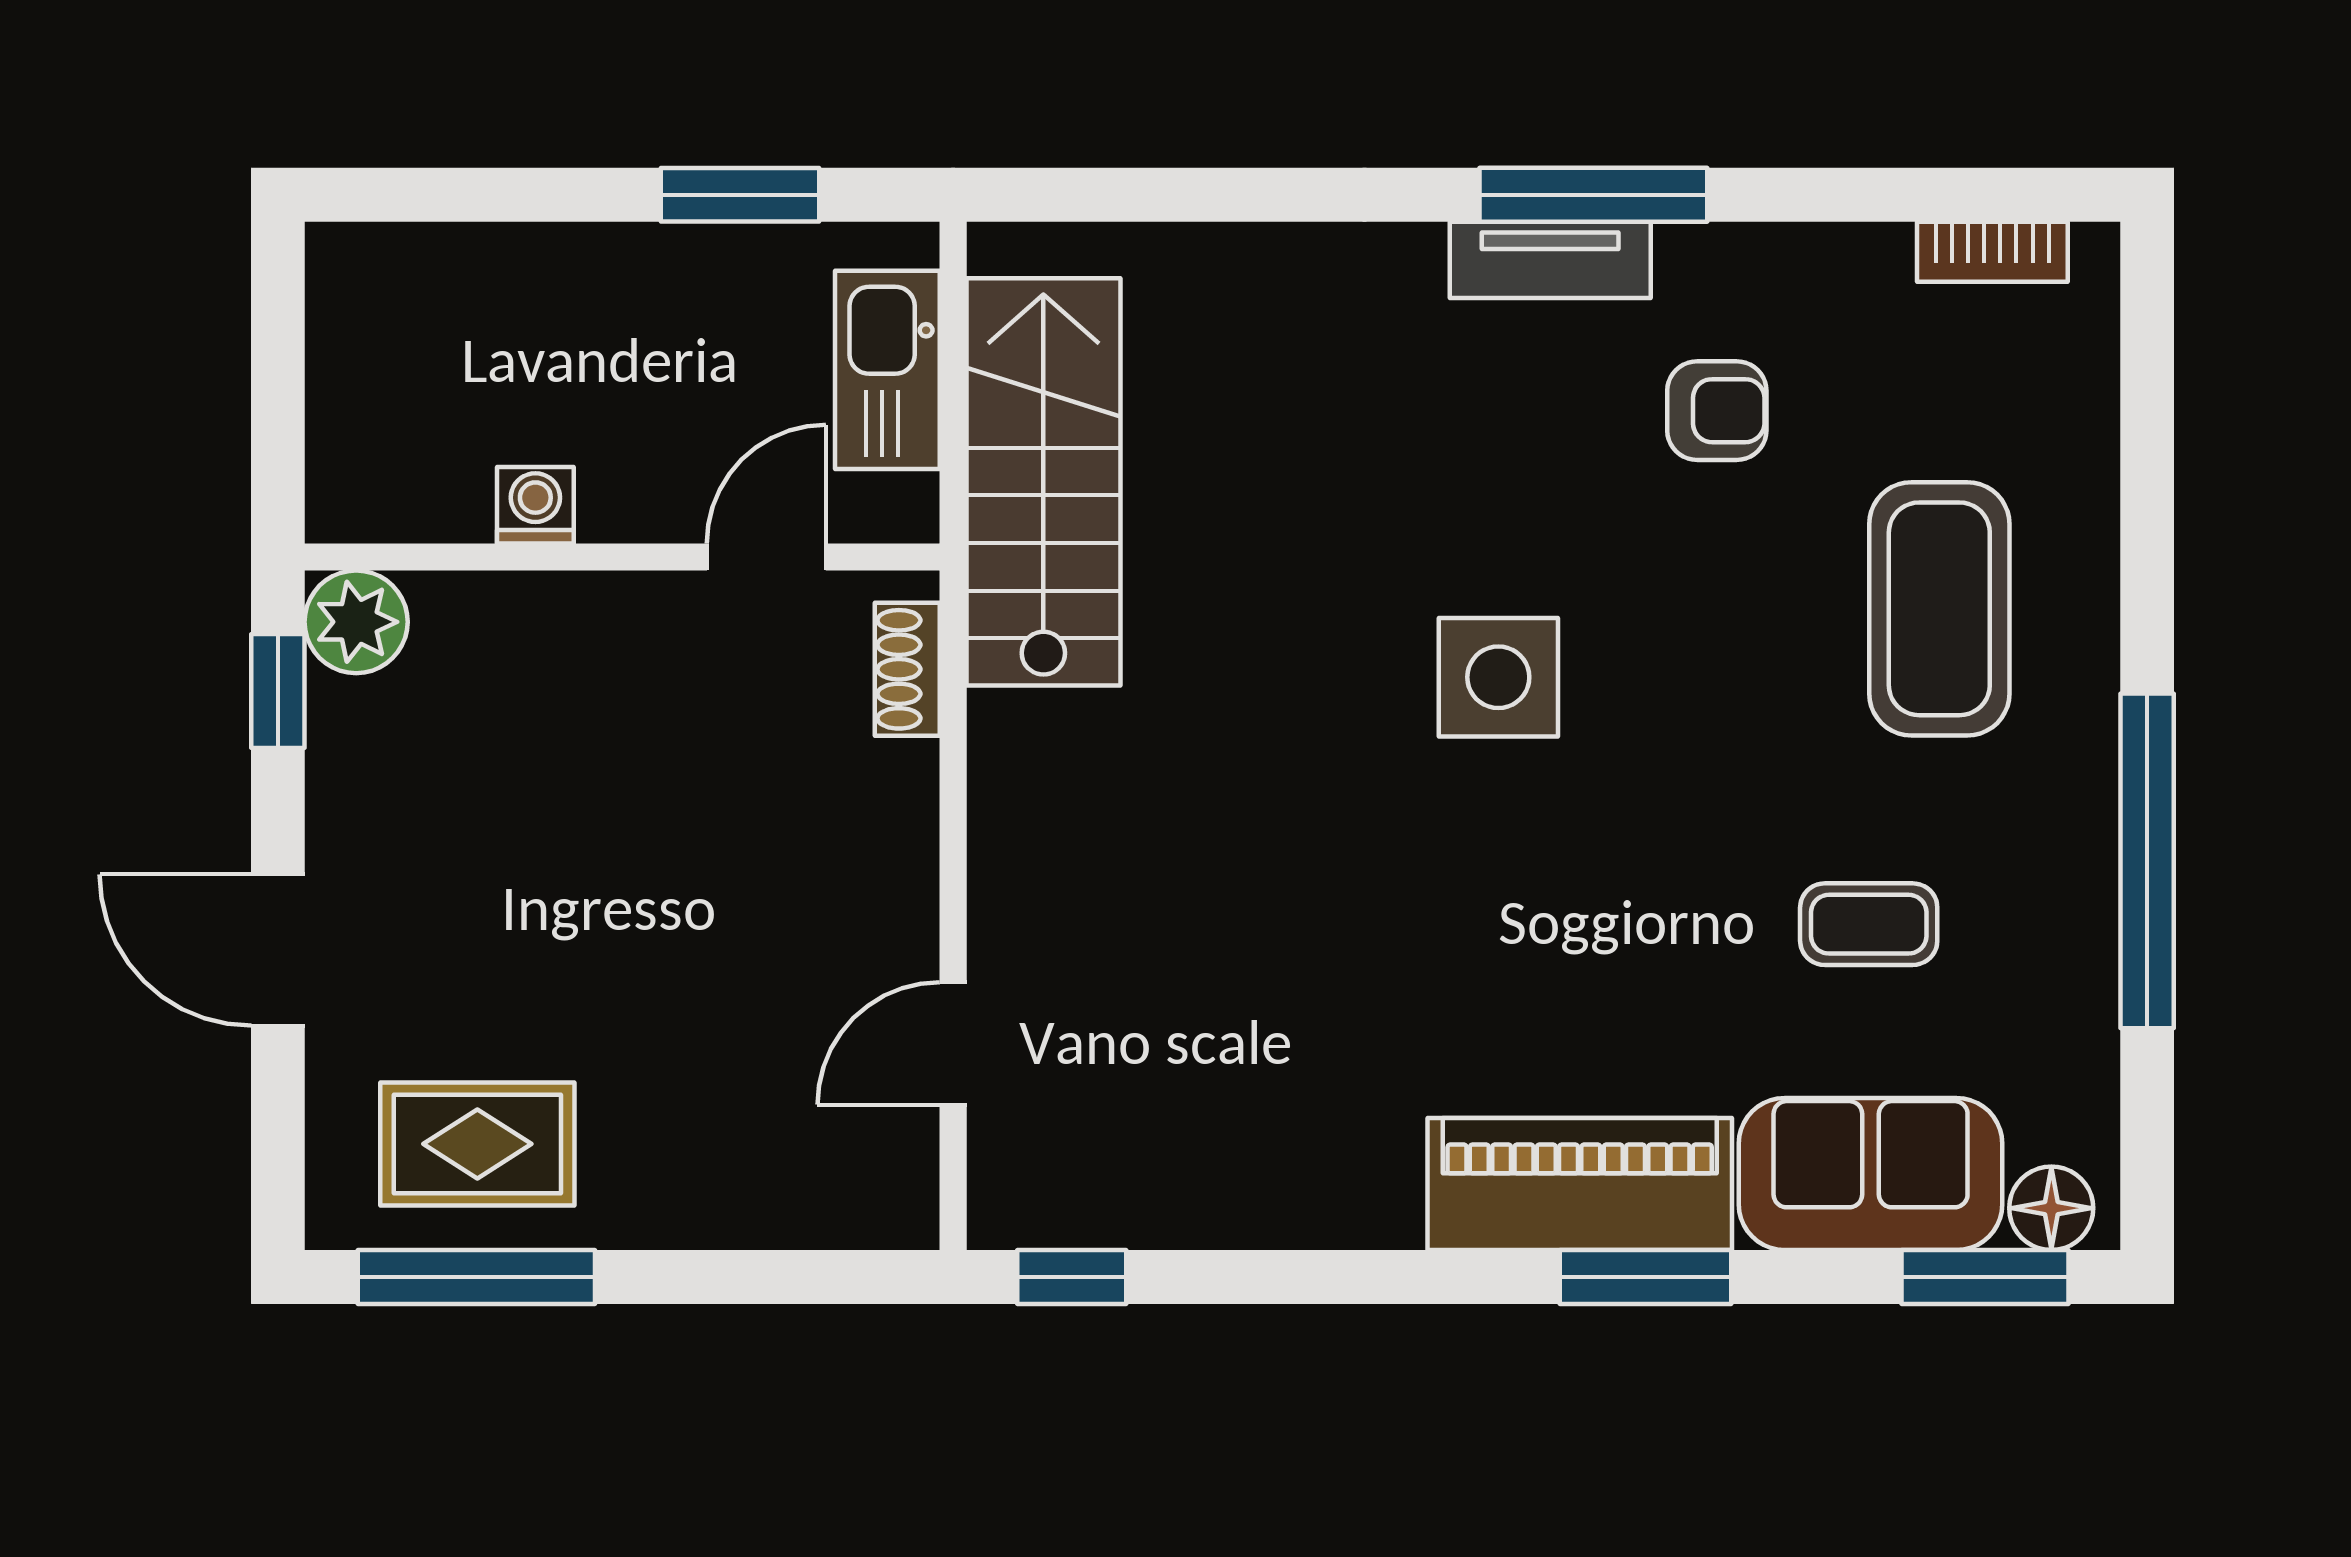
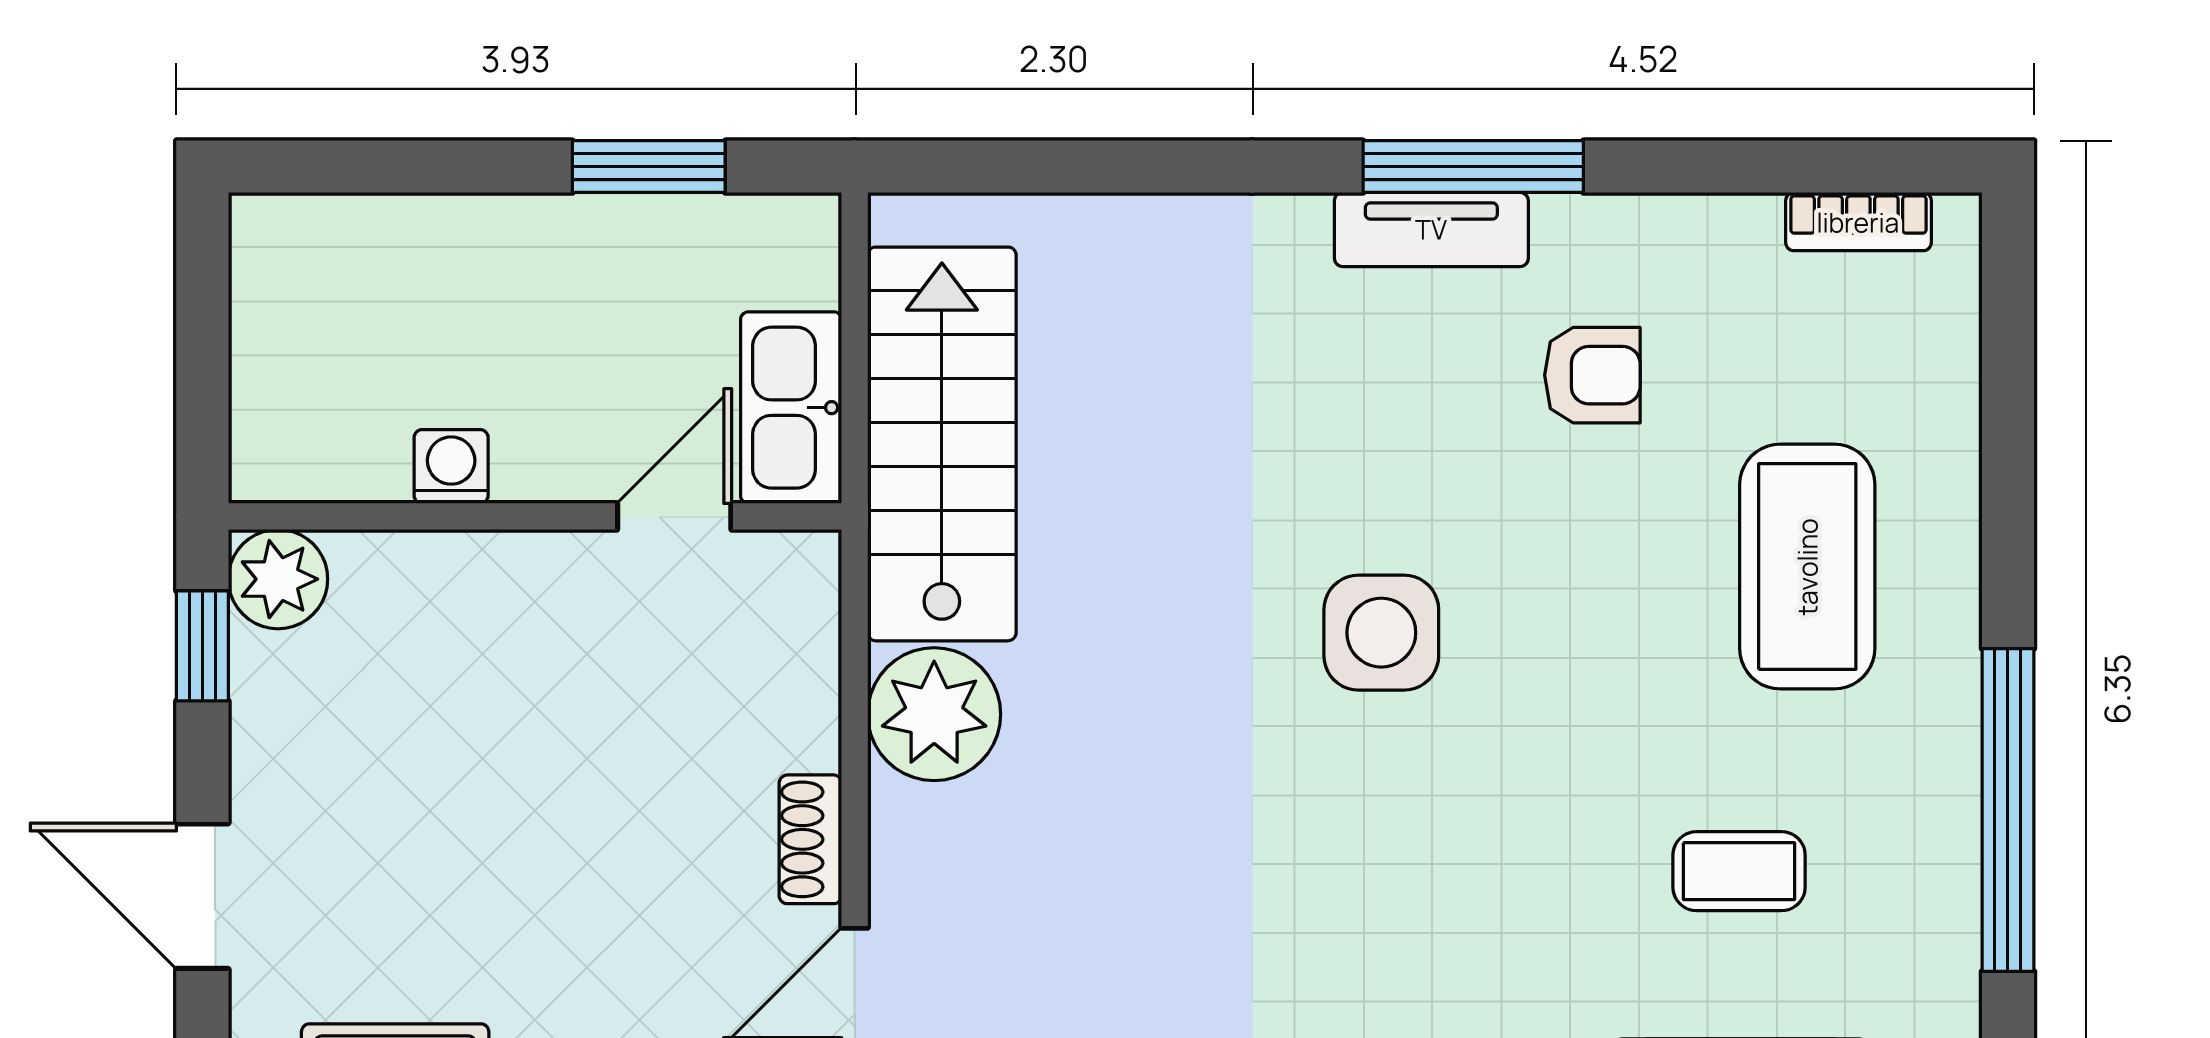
kitchen sink: (887, 370) -> (791, 408), moved
shoe rack: (907, 669) -> (810, 839), moved
plant: (1035, 762) -> (934, 714), added

